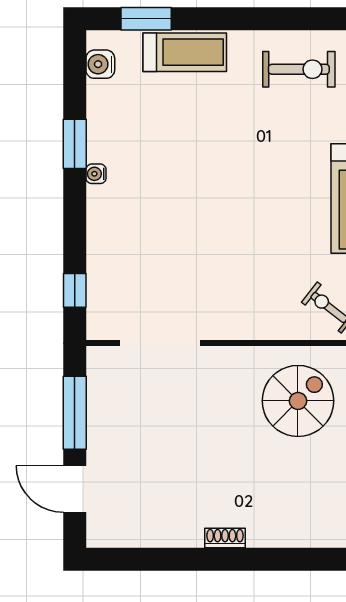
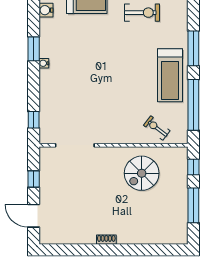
spiral stairs: (298, 401) -> (142, 173), turned 180
window: (75, 413) -> (34, 179), width x0.46

